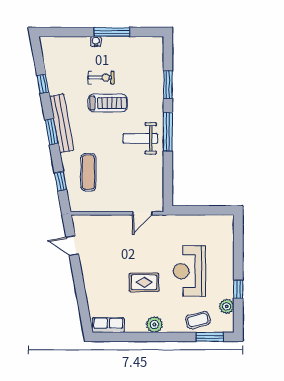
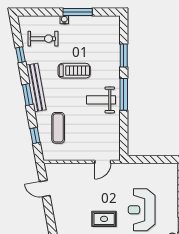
exercise bike: (101, 78) -> (43, 39), moved, width x1.38, depth x1.39

